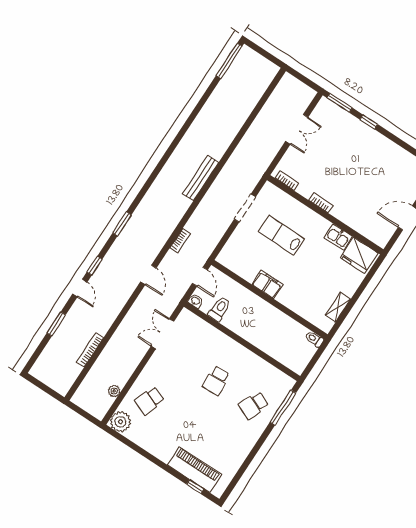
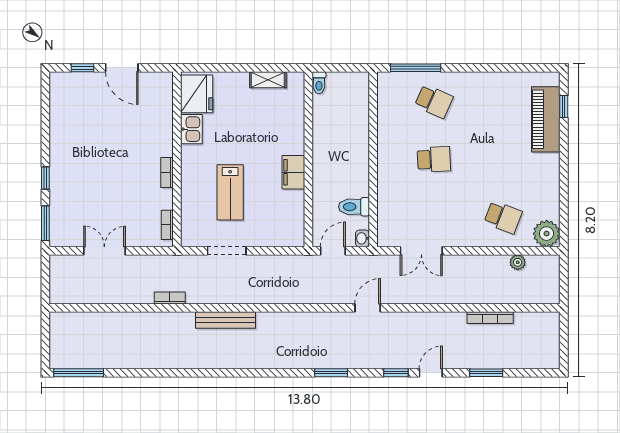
bookcase: (180, 241) -> (170, 298), moved

